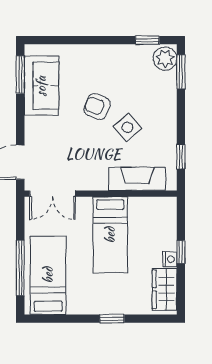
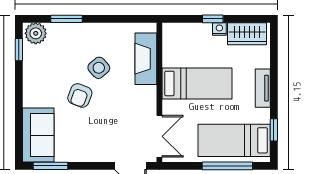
window: (181, 72) -> (67, 19), moved
sofa: (41, 86) -> (38, 135), moved, turned 90
window: (181, 157) -> (125, 19), removed
tv unit: (105, 307) -> (263, 88), added
window: (112, 319) -> (274, 130), moved

